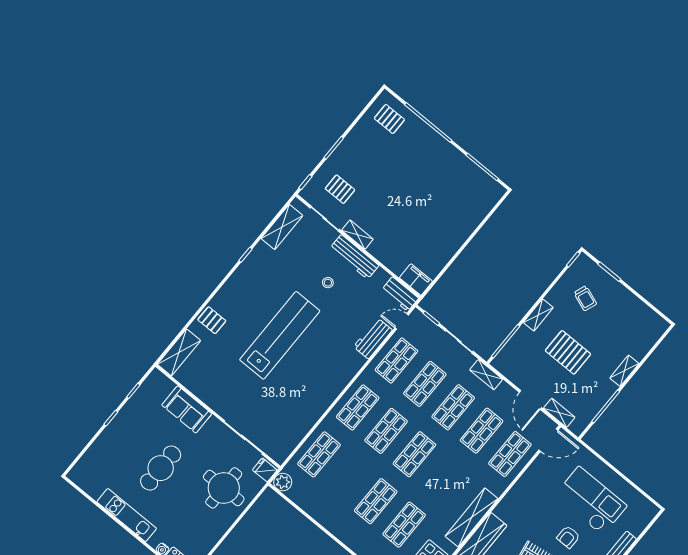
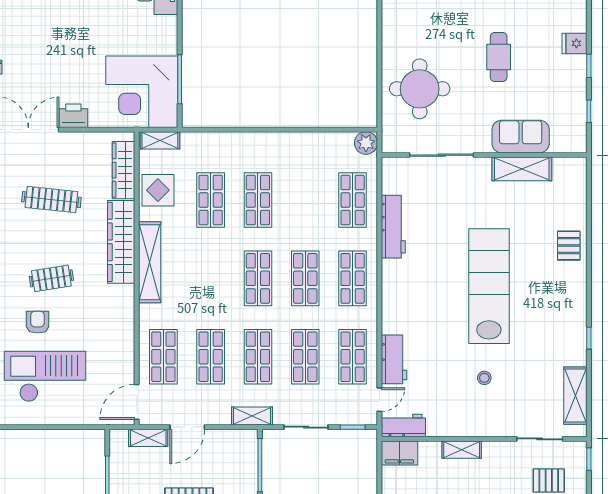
shelving: (357, 235) -> (462, 450), moved
workbench: (354, 257) -> (393, 227), moved, turned 90
pallet: (212, 320) -> (569, 246), turned 90
lab bench: (280, 335) -> (489, 286), turned 180
shelving: (179, 352) -> (522, 169), moved, turned 90
door: (530, 400) -> (187, 427), swing flipped
cafe table: (161, 468) -> (499, 57), width x0.73, depth x0.74
fridge: (265, 470) -> (574, 43), moved, turned 180
checkout: (591, 501) -> (45, 376), turned 180

